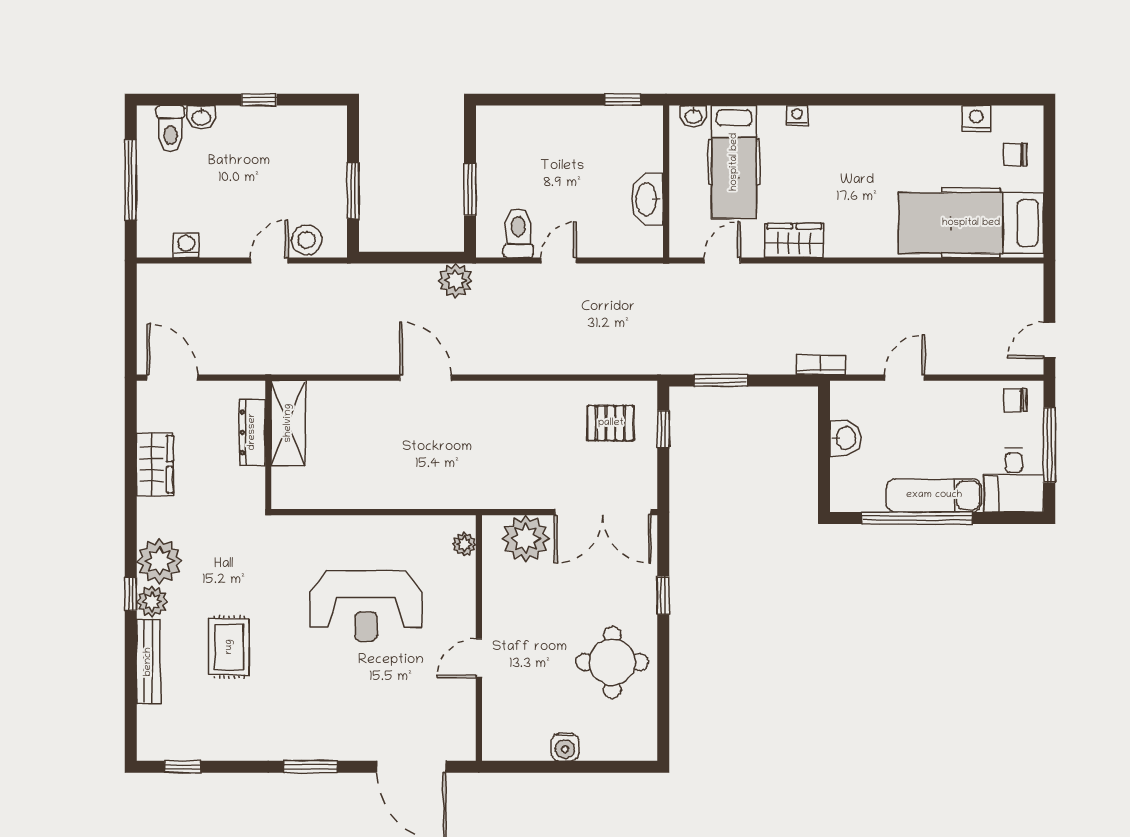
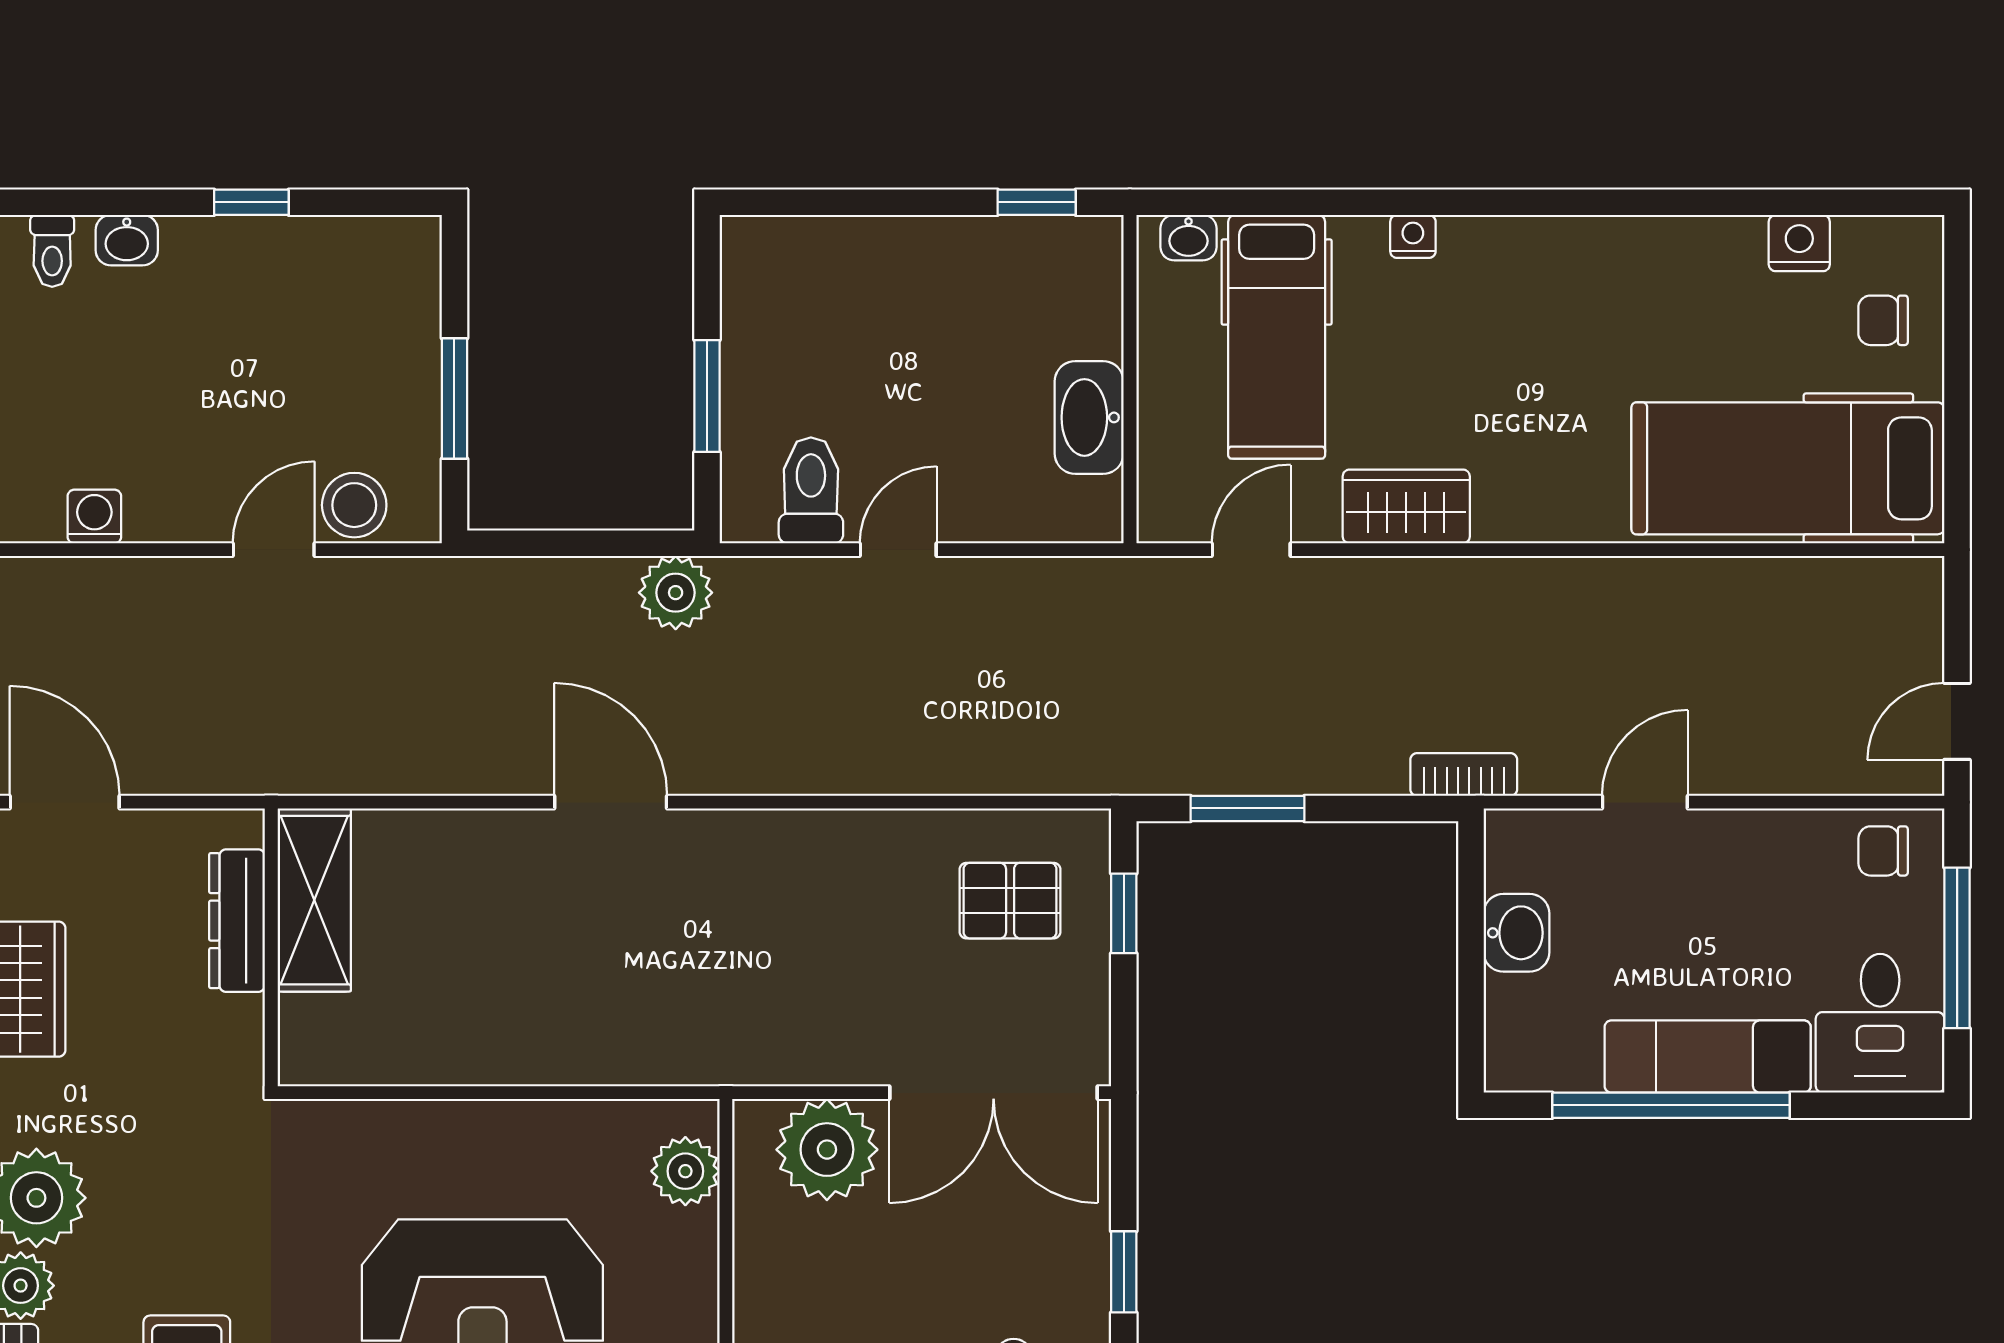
toilet: (170, 129) -> (52, 251), width x0.73, depth x0.72
plant: (464, 544) -> (685, 1171), width x1.38, depth x1.38

